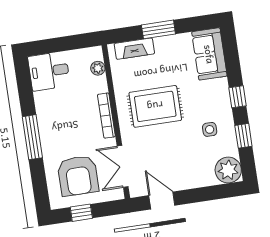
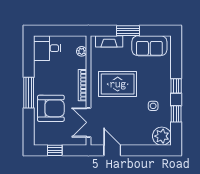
sofa: (209, 54) -> (149, 46), moved, turned -90
armchair: (78, 176) -> (51, 108), moved, turned -90

